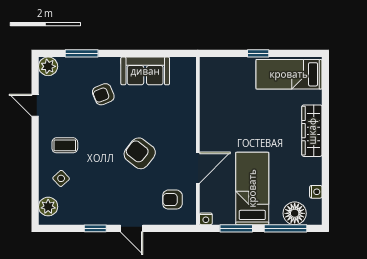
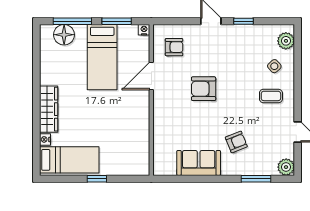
armchair: (140, 153) -> (204, 89), turned 142
nightstand: (316, 192) -> (45, 139), moved

